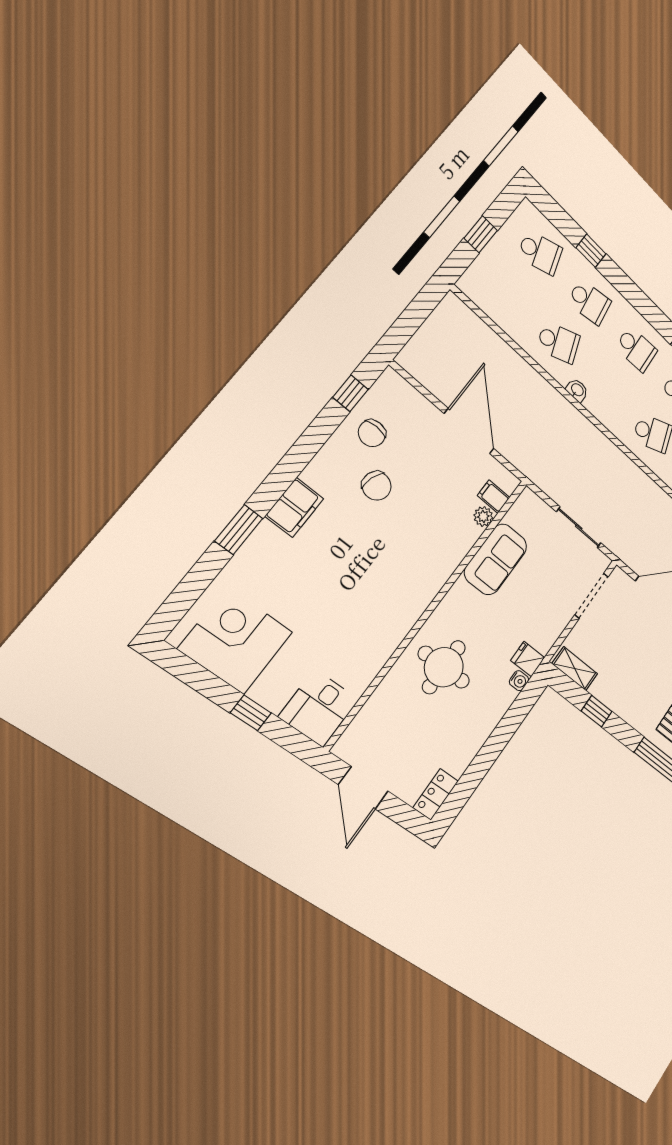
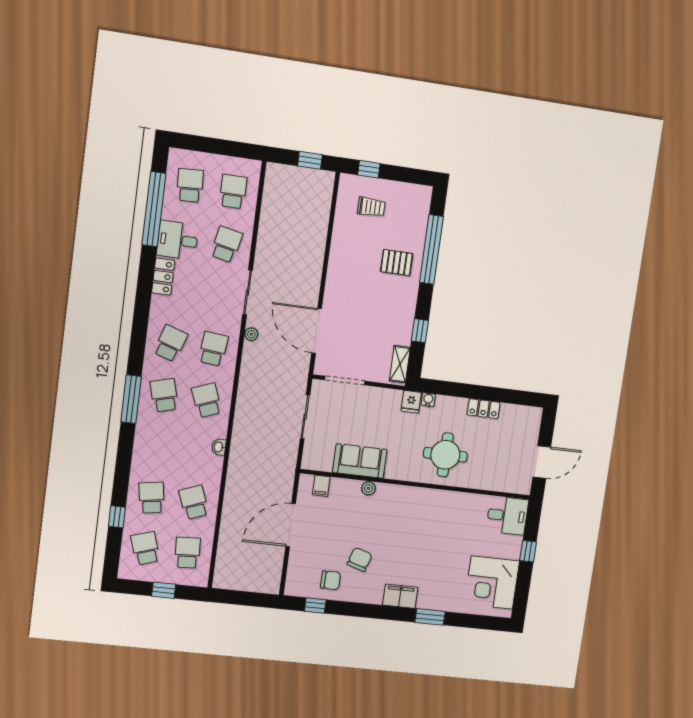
school desk: (636, 349) -> (187, 553), moved
washbasin: (577, 390) -> (219, 447), moved
plant: (483, 516) -> (368, 488), moved
locker: (436, 794) -> (484, 409), moved

